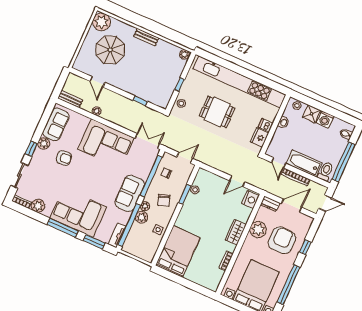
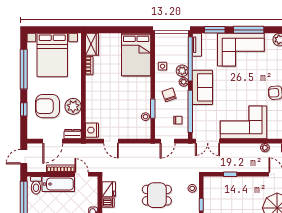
door: (237, 181) -> (111, 141), swing flipped
wardrobe: (236, 232) -> (92, 44), moved
armchair: (282, 240) -> (47, 106), turned 90

